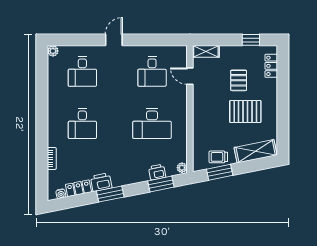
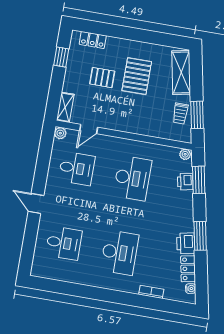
plant: (53, 51) -> (60, 133), moved
desk: (82, 124) -> (120, 253), width x1.37

